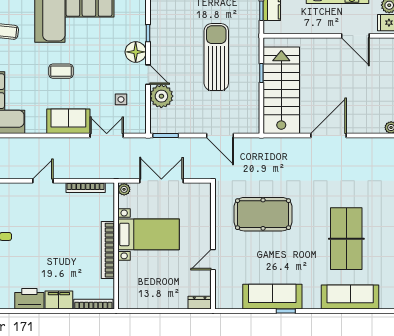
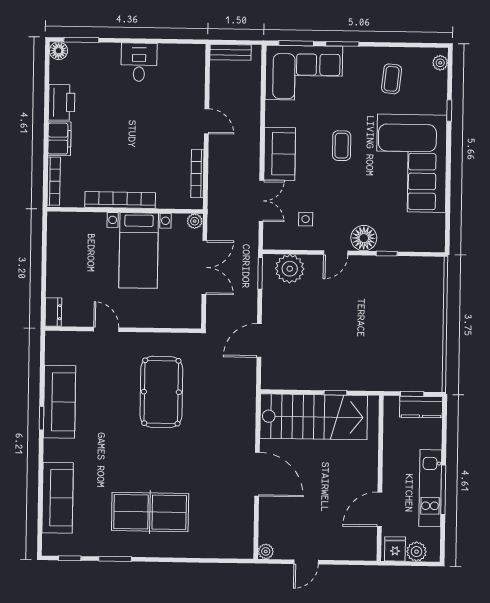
sun lounger: (216, 57) -> (356, 337), removed
plant: (161, 96) -> (290, 269), moved
table tennis table: (346, 239) -> (150, 512), moved

